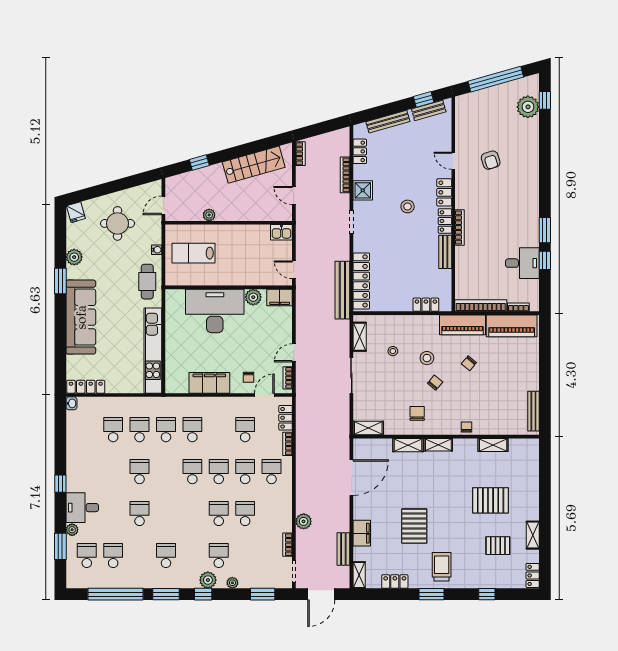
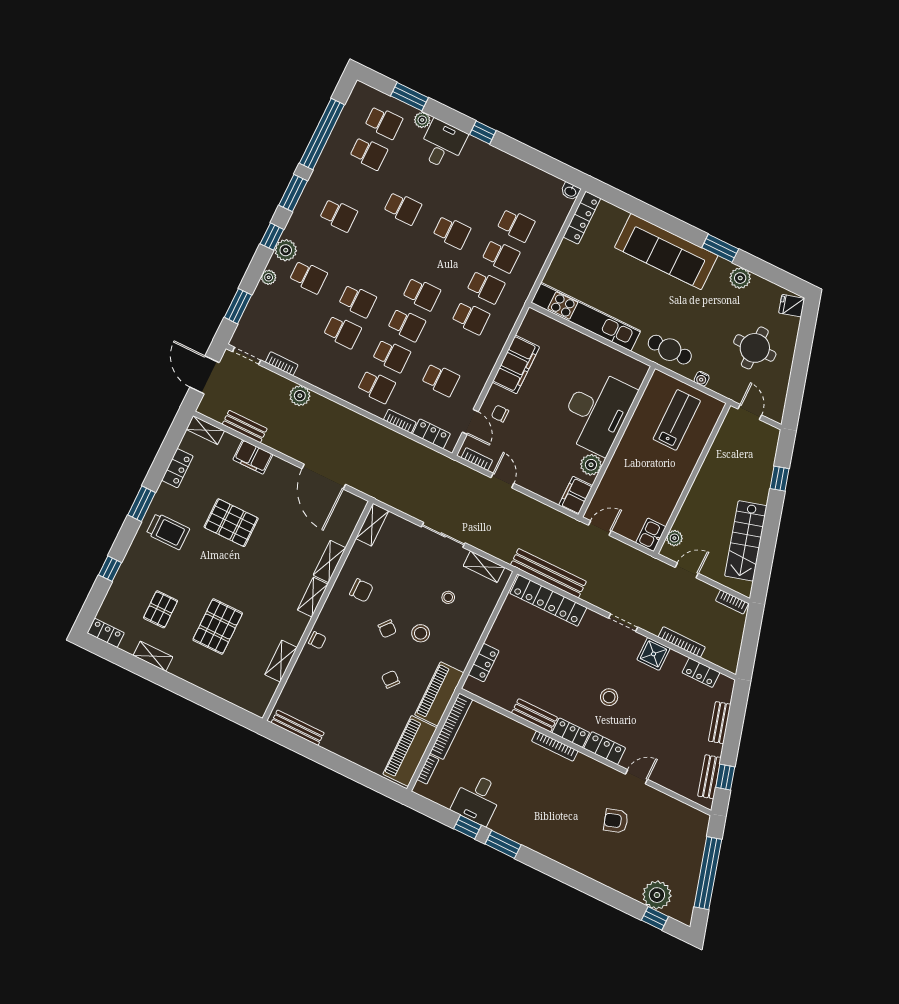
bench: (388, 122) -> (720, 723), width x0.73
plant: (209, 215) -> (674, 538), moved

